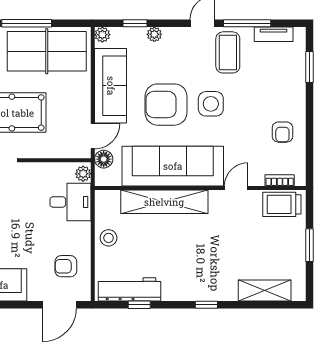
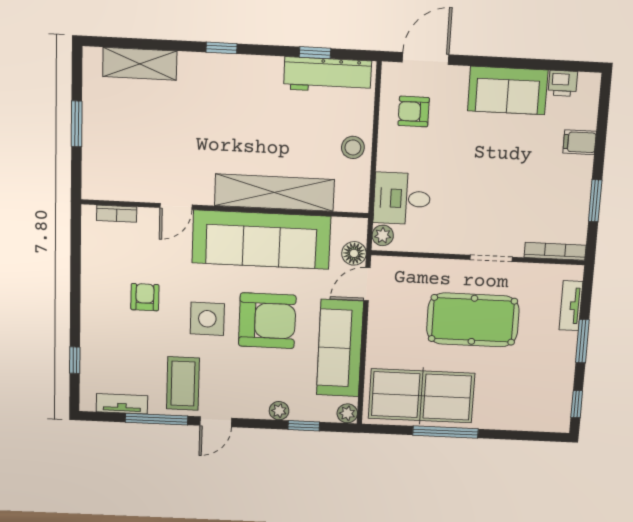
window: (309, 67) -> (75, 360), width x0.67
armchair: (282, 132) -> (145, 297), moved
trolley: (282, 204) -> (114, 181), removed
armchair: (66, 266) -> (414, 112), turned 180

